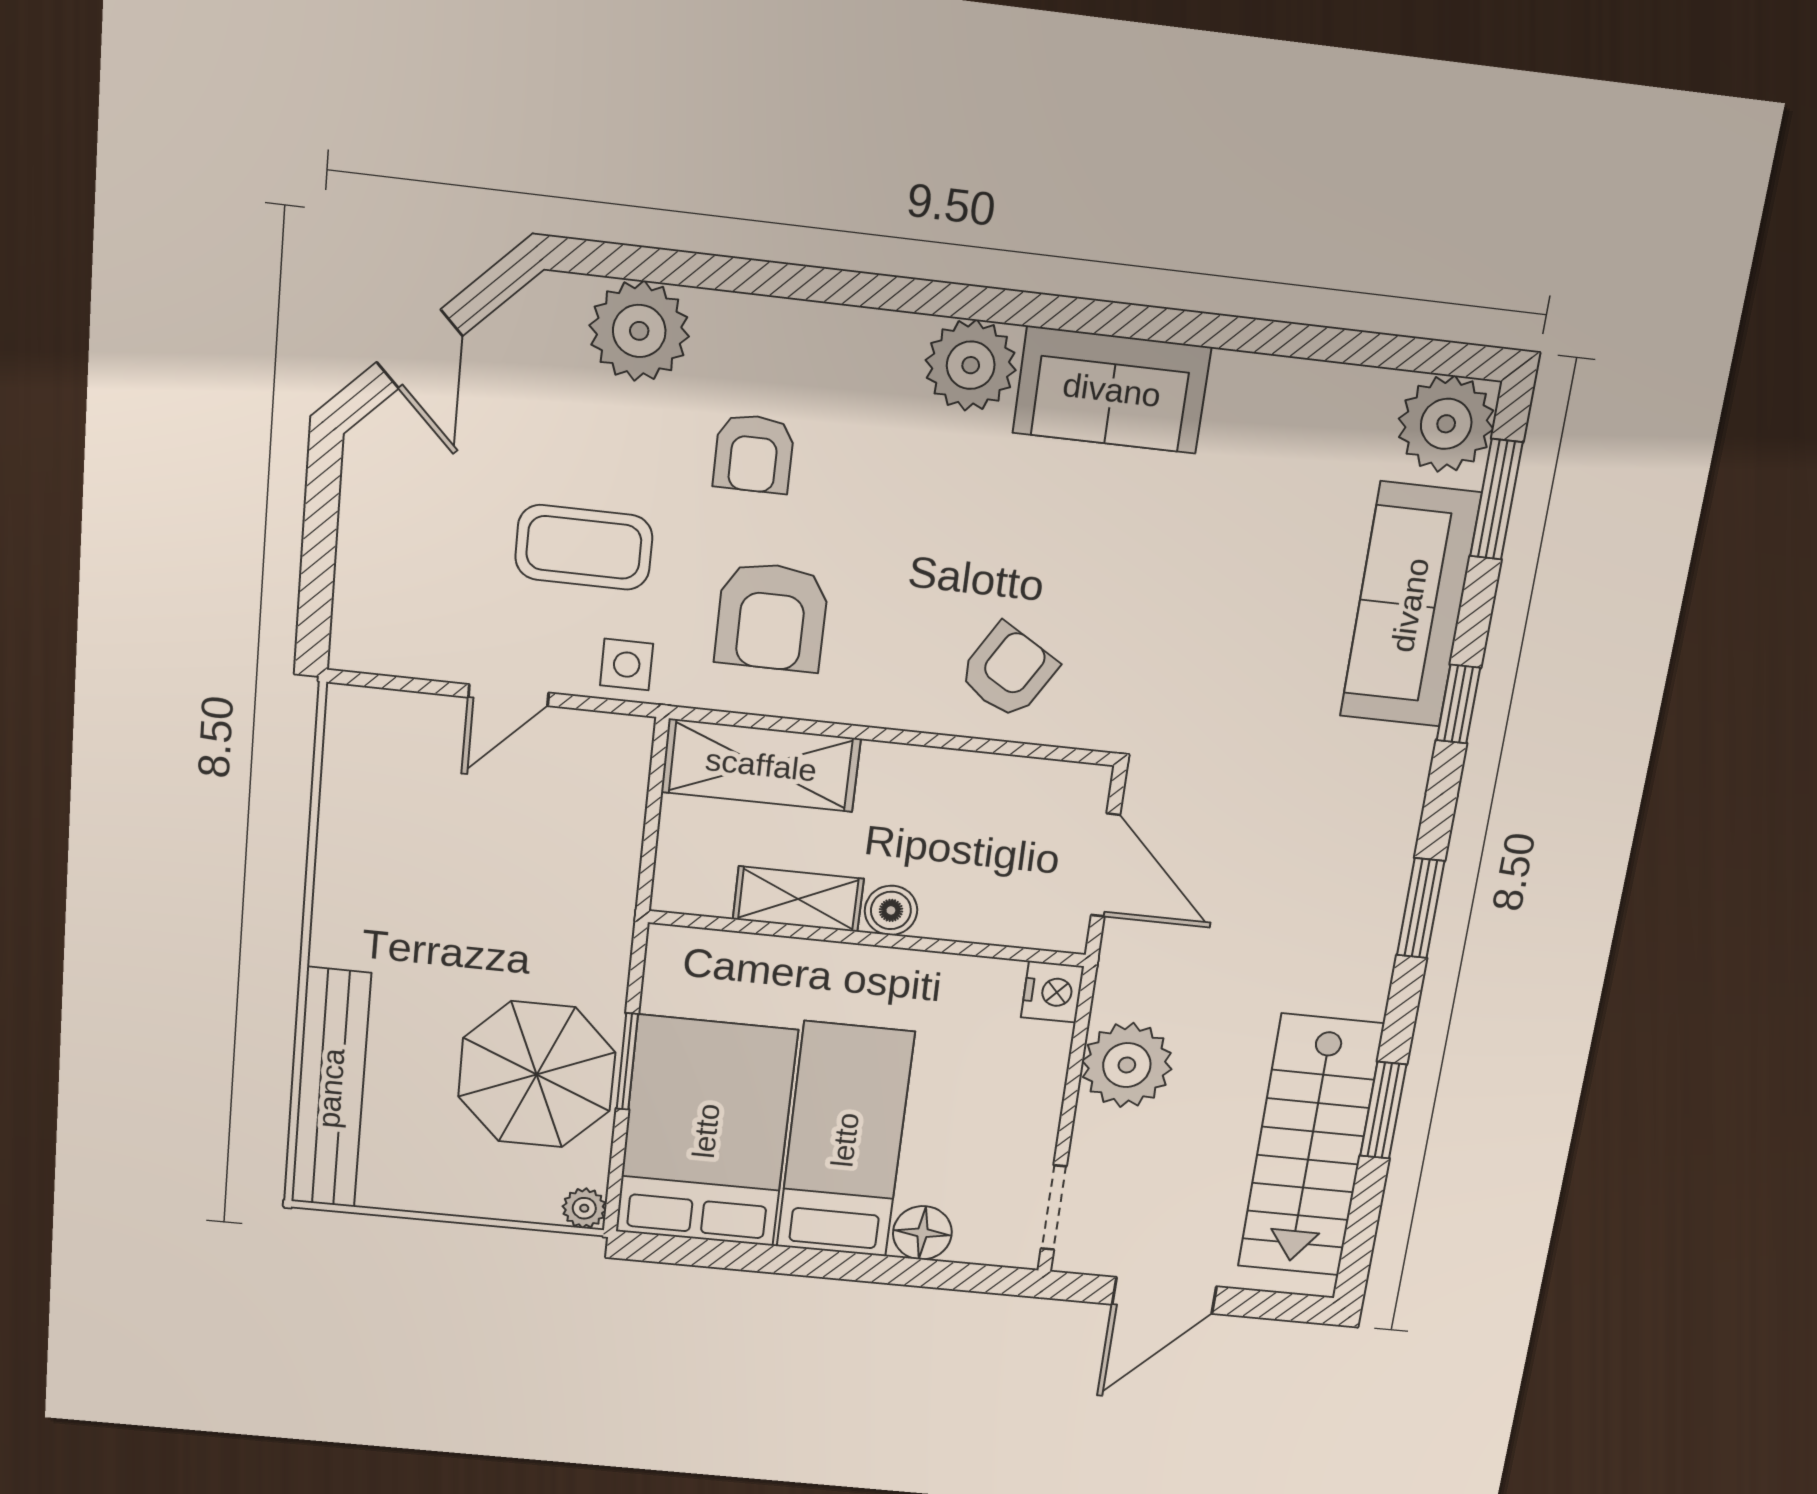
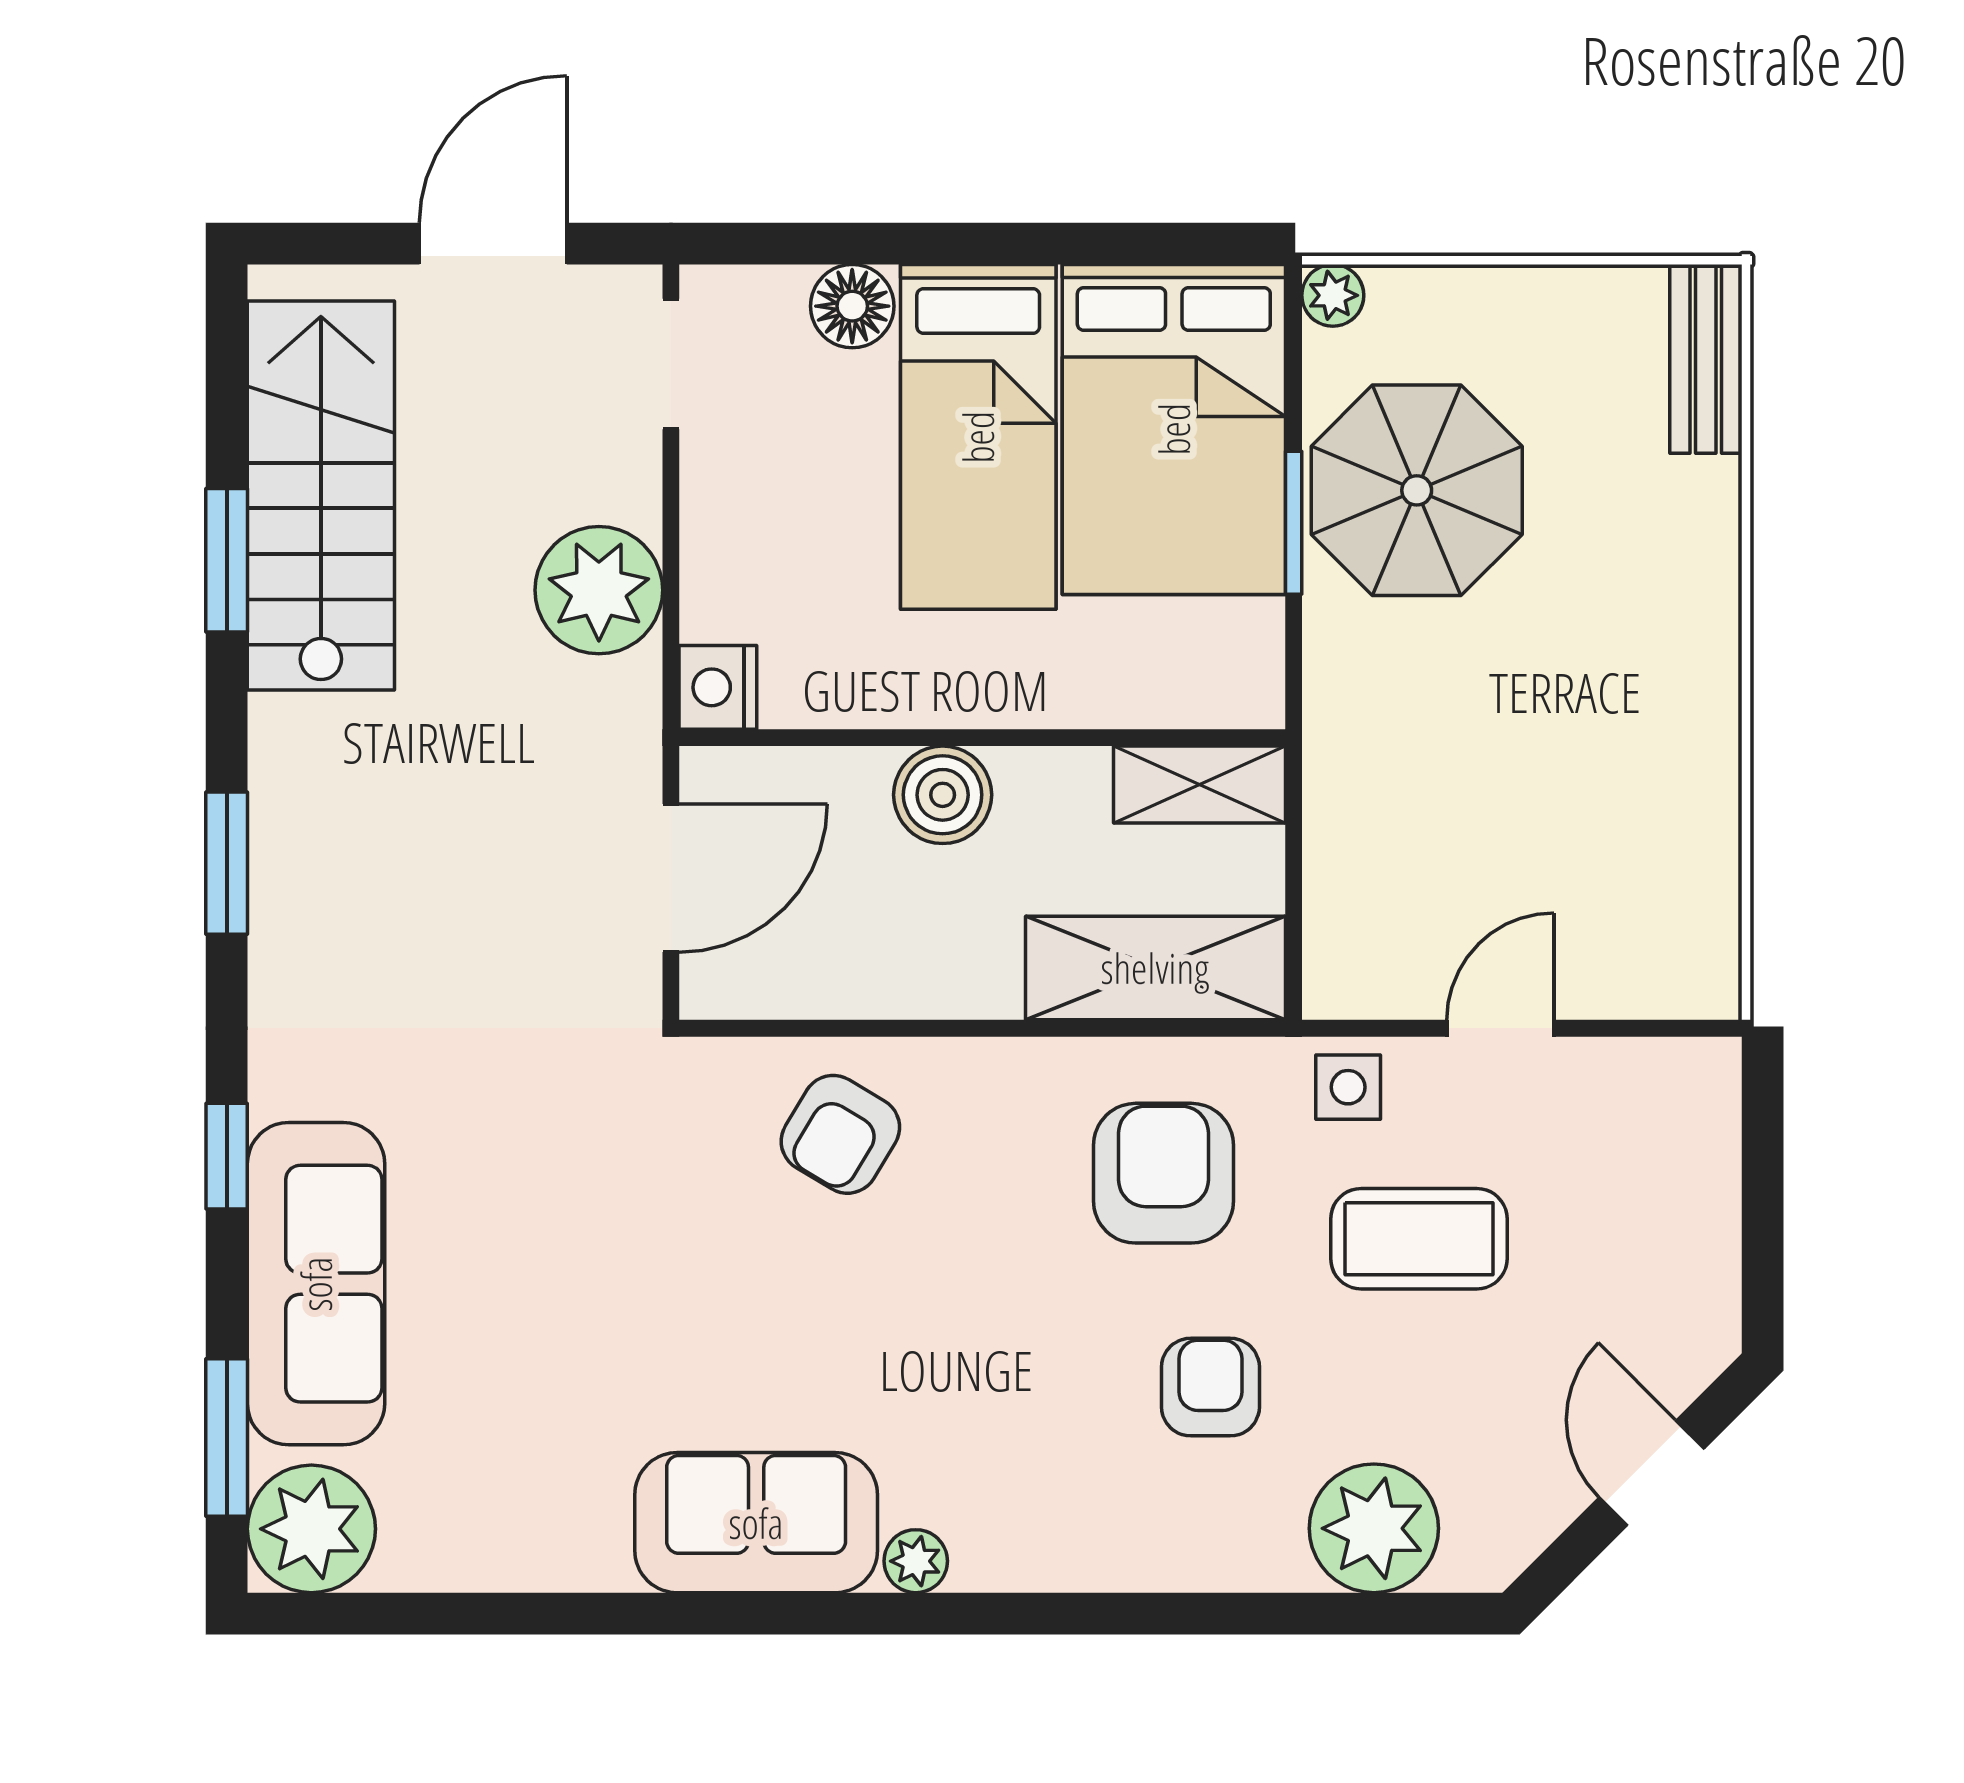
plant: (971, 365) -> (916, 1561), width x0.53, depth x0.53
door: (1105, 865) -> (671, 878), swing flipped
shelving: (798, 899) -> (1199, 785), moved
boiler: (891, 910) -> (943, 795), width x1.36, depth x1.36
bench: (331, 1088) -> (1706, 359), width x0.54, depth x0.82

